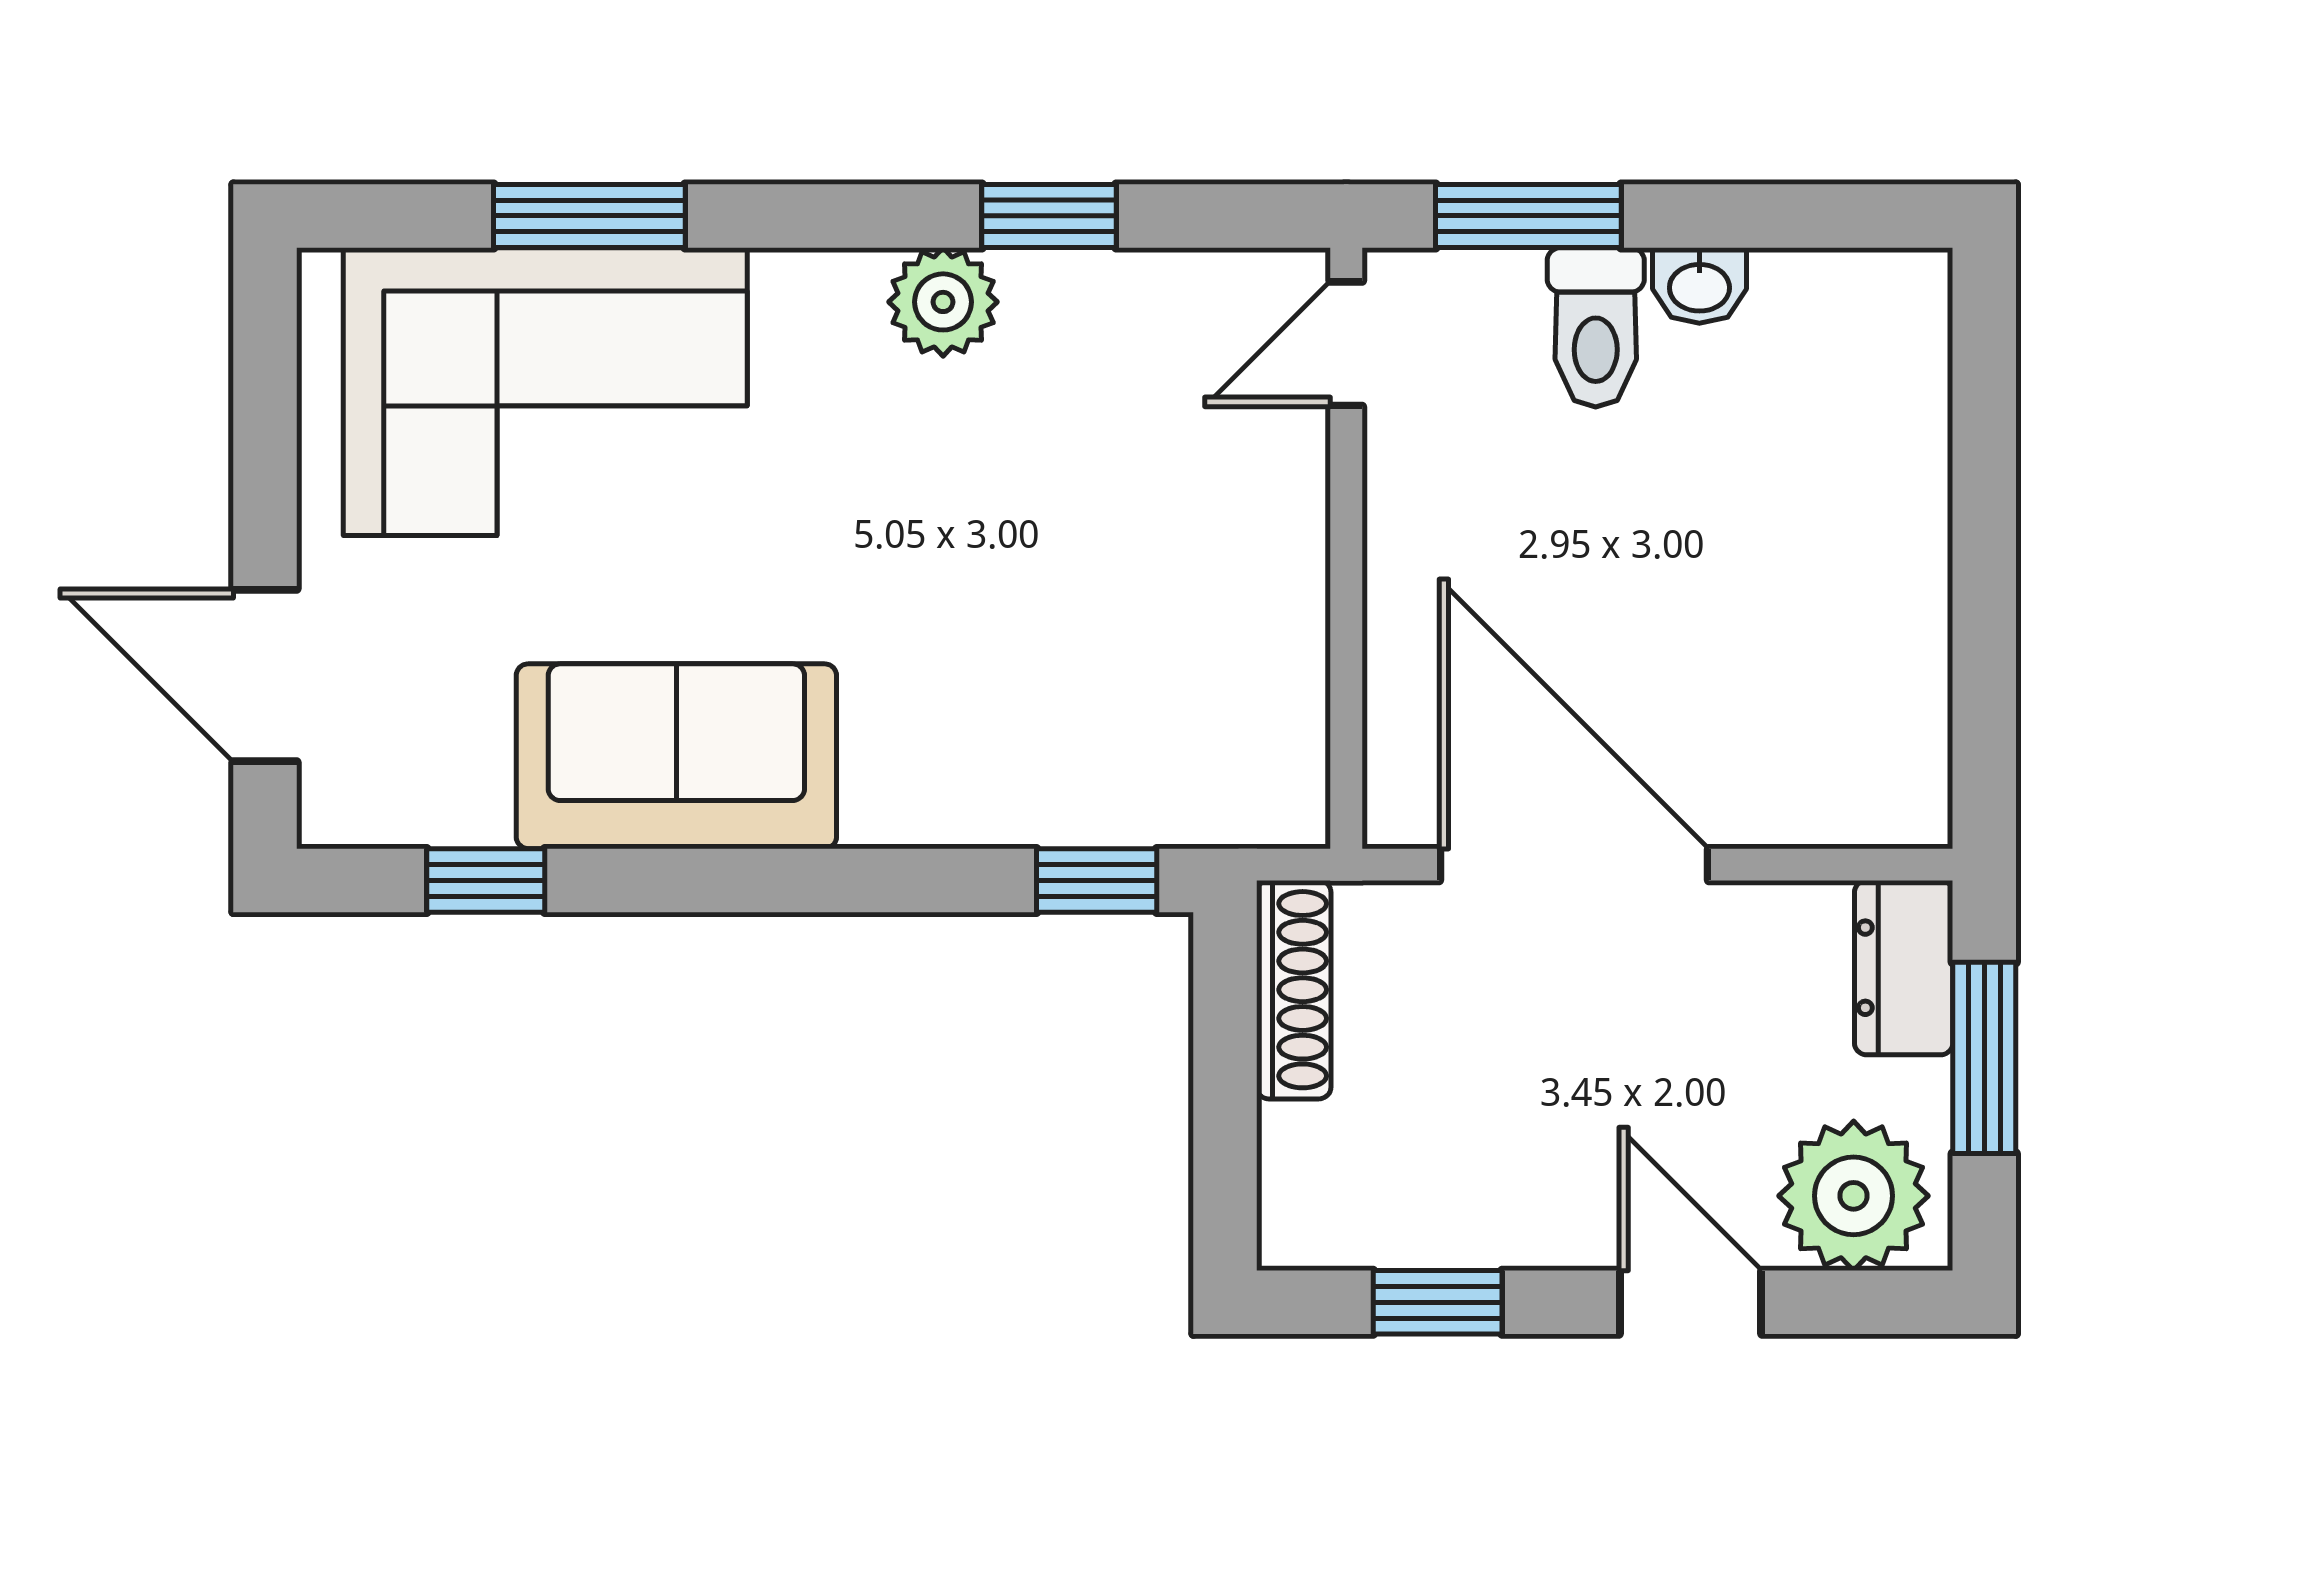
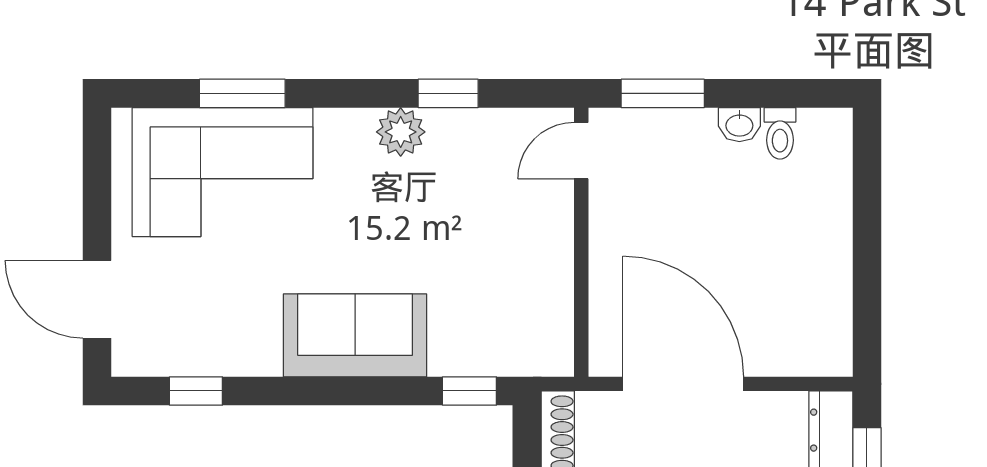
toilet: (1596, 327) -> (780, 133), moved, width x0.73, depth x0.72
sofa: (676, 756) -> (355, 335), moved

